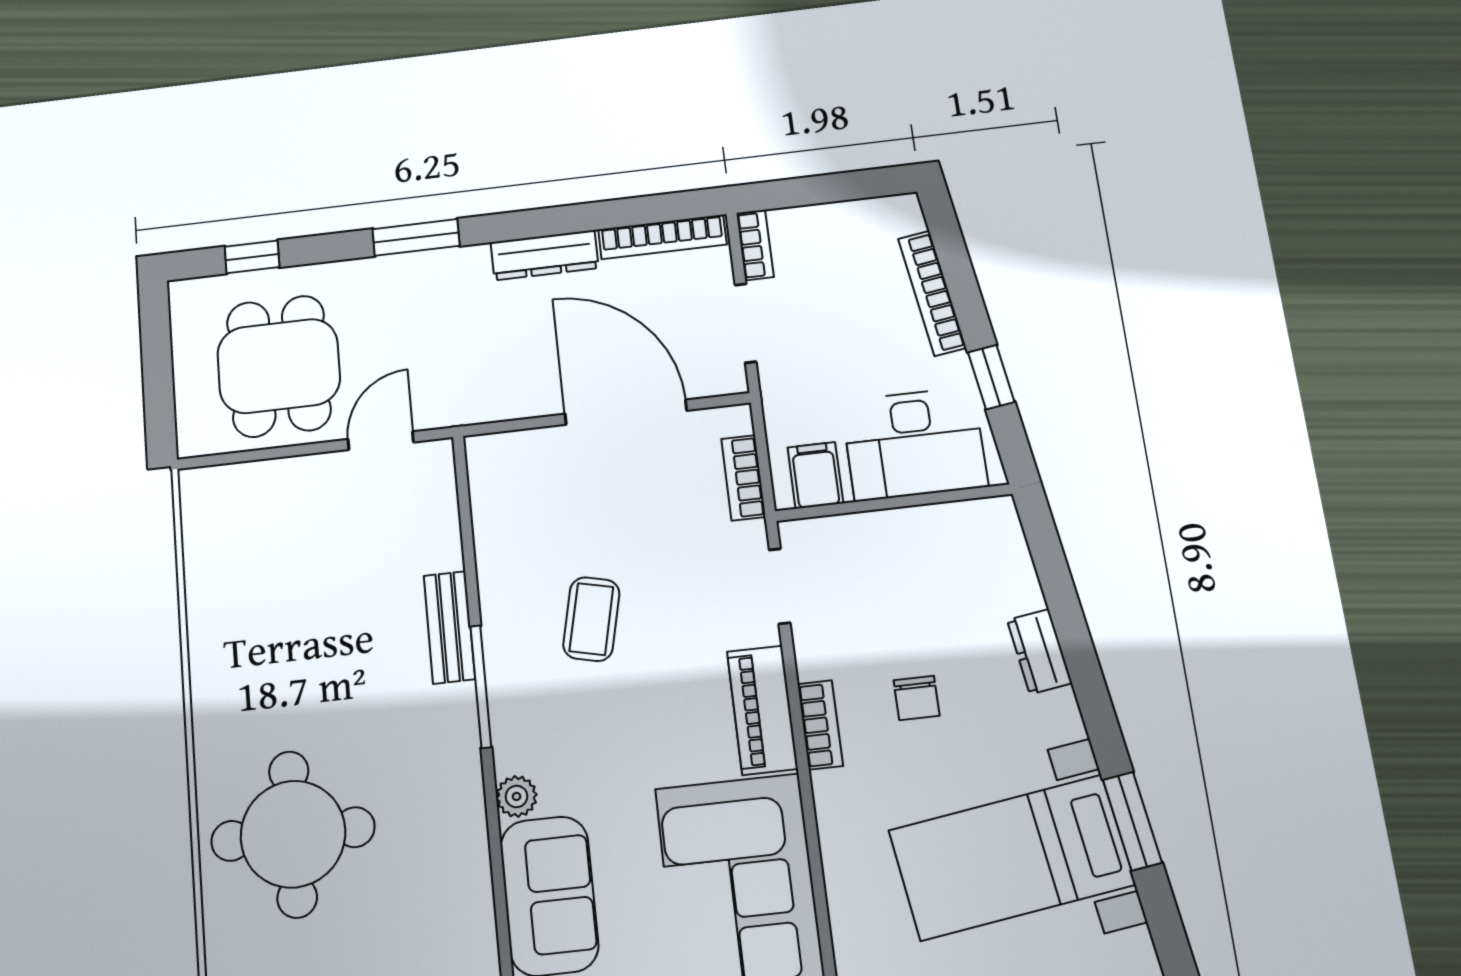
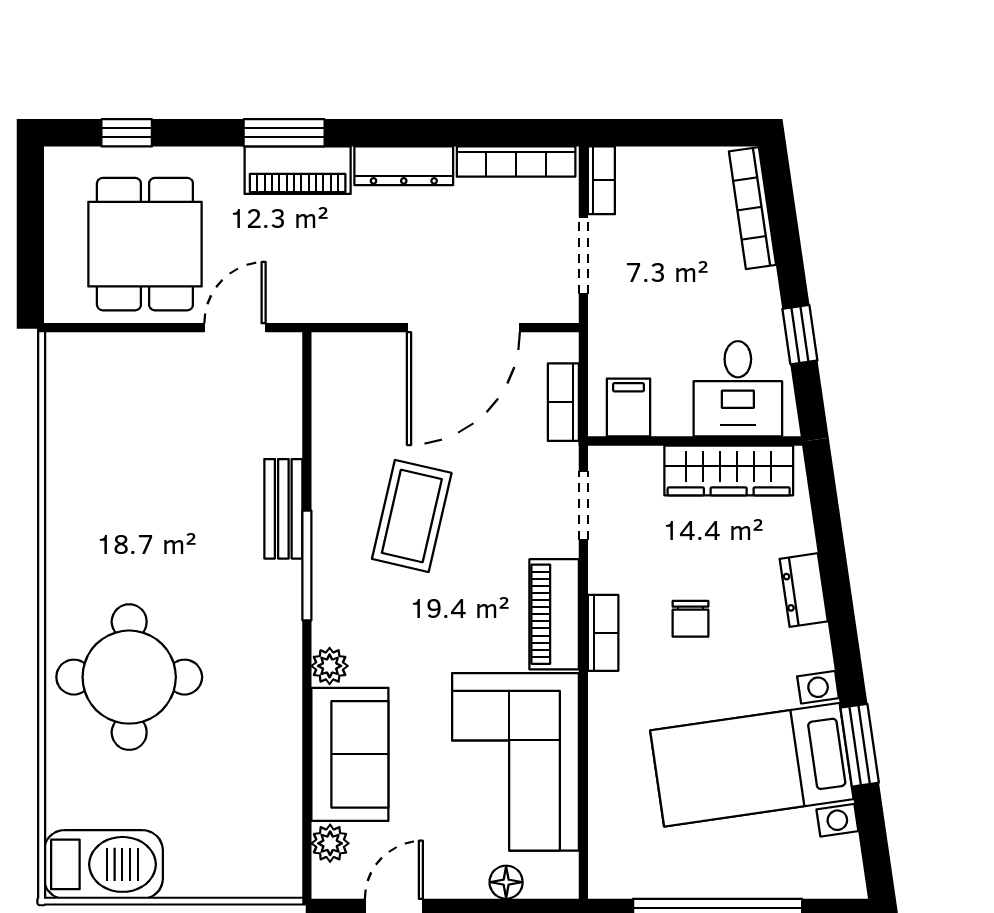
piano: (433, 273) -> (298, 170), added
bookcase: (932, 293) -> (752, 208), moved
door: (626, 412) -> (463, 328), swing flipped
desk: (914, 444) -> (738, 389), width x0.73
wardrobe: (935, 530) -> (729, 470), added
coffee table: (591, 619) -> (412, 516), width x1.36, depth x1.30

